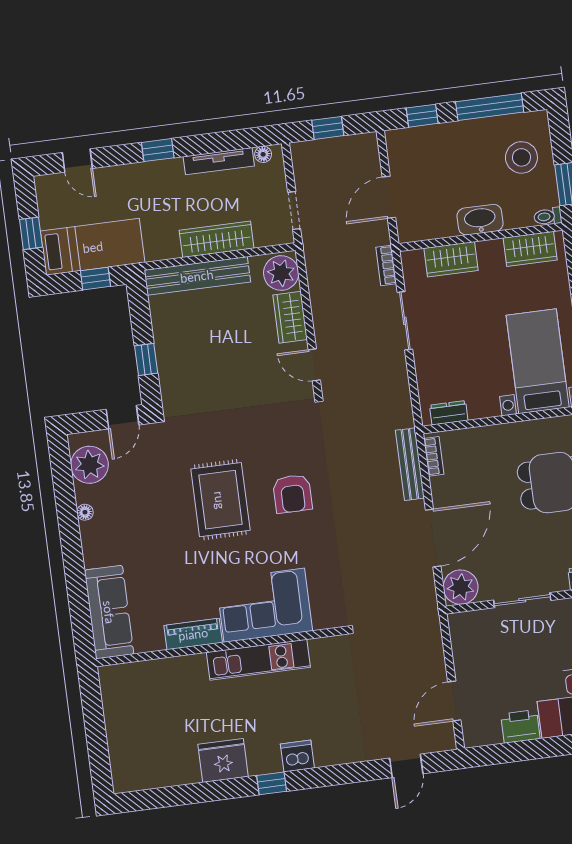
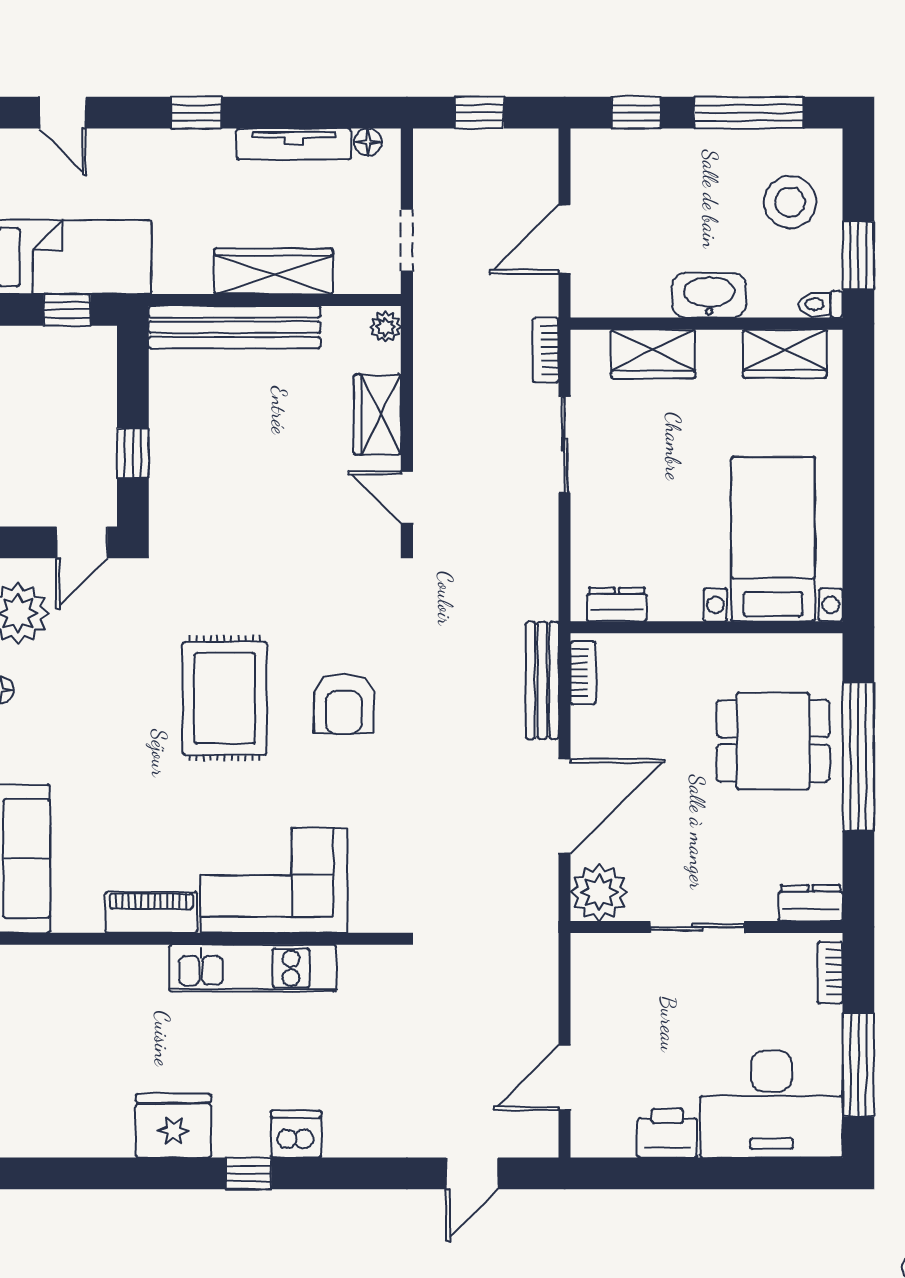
plant: (281, 273) -> (386, 327), width x0.53, depth x0.53

